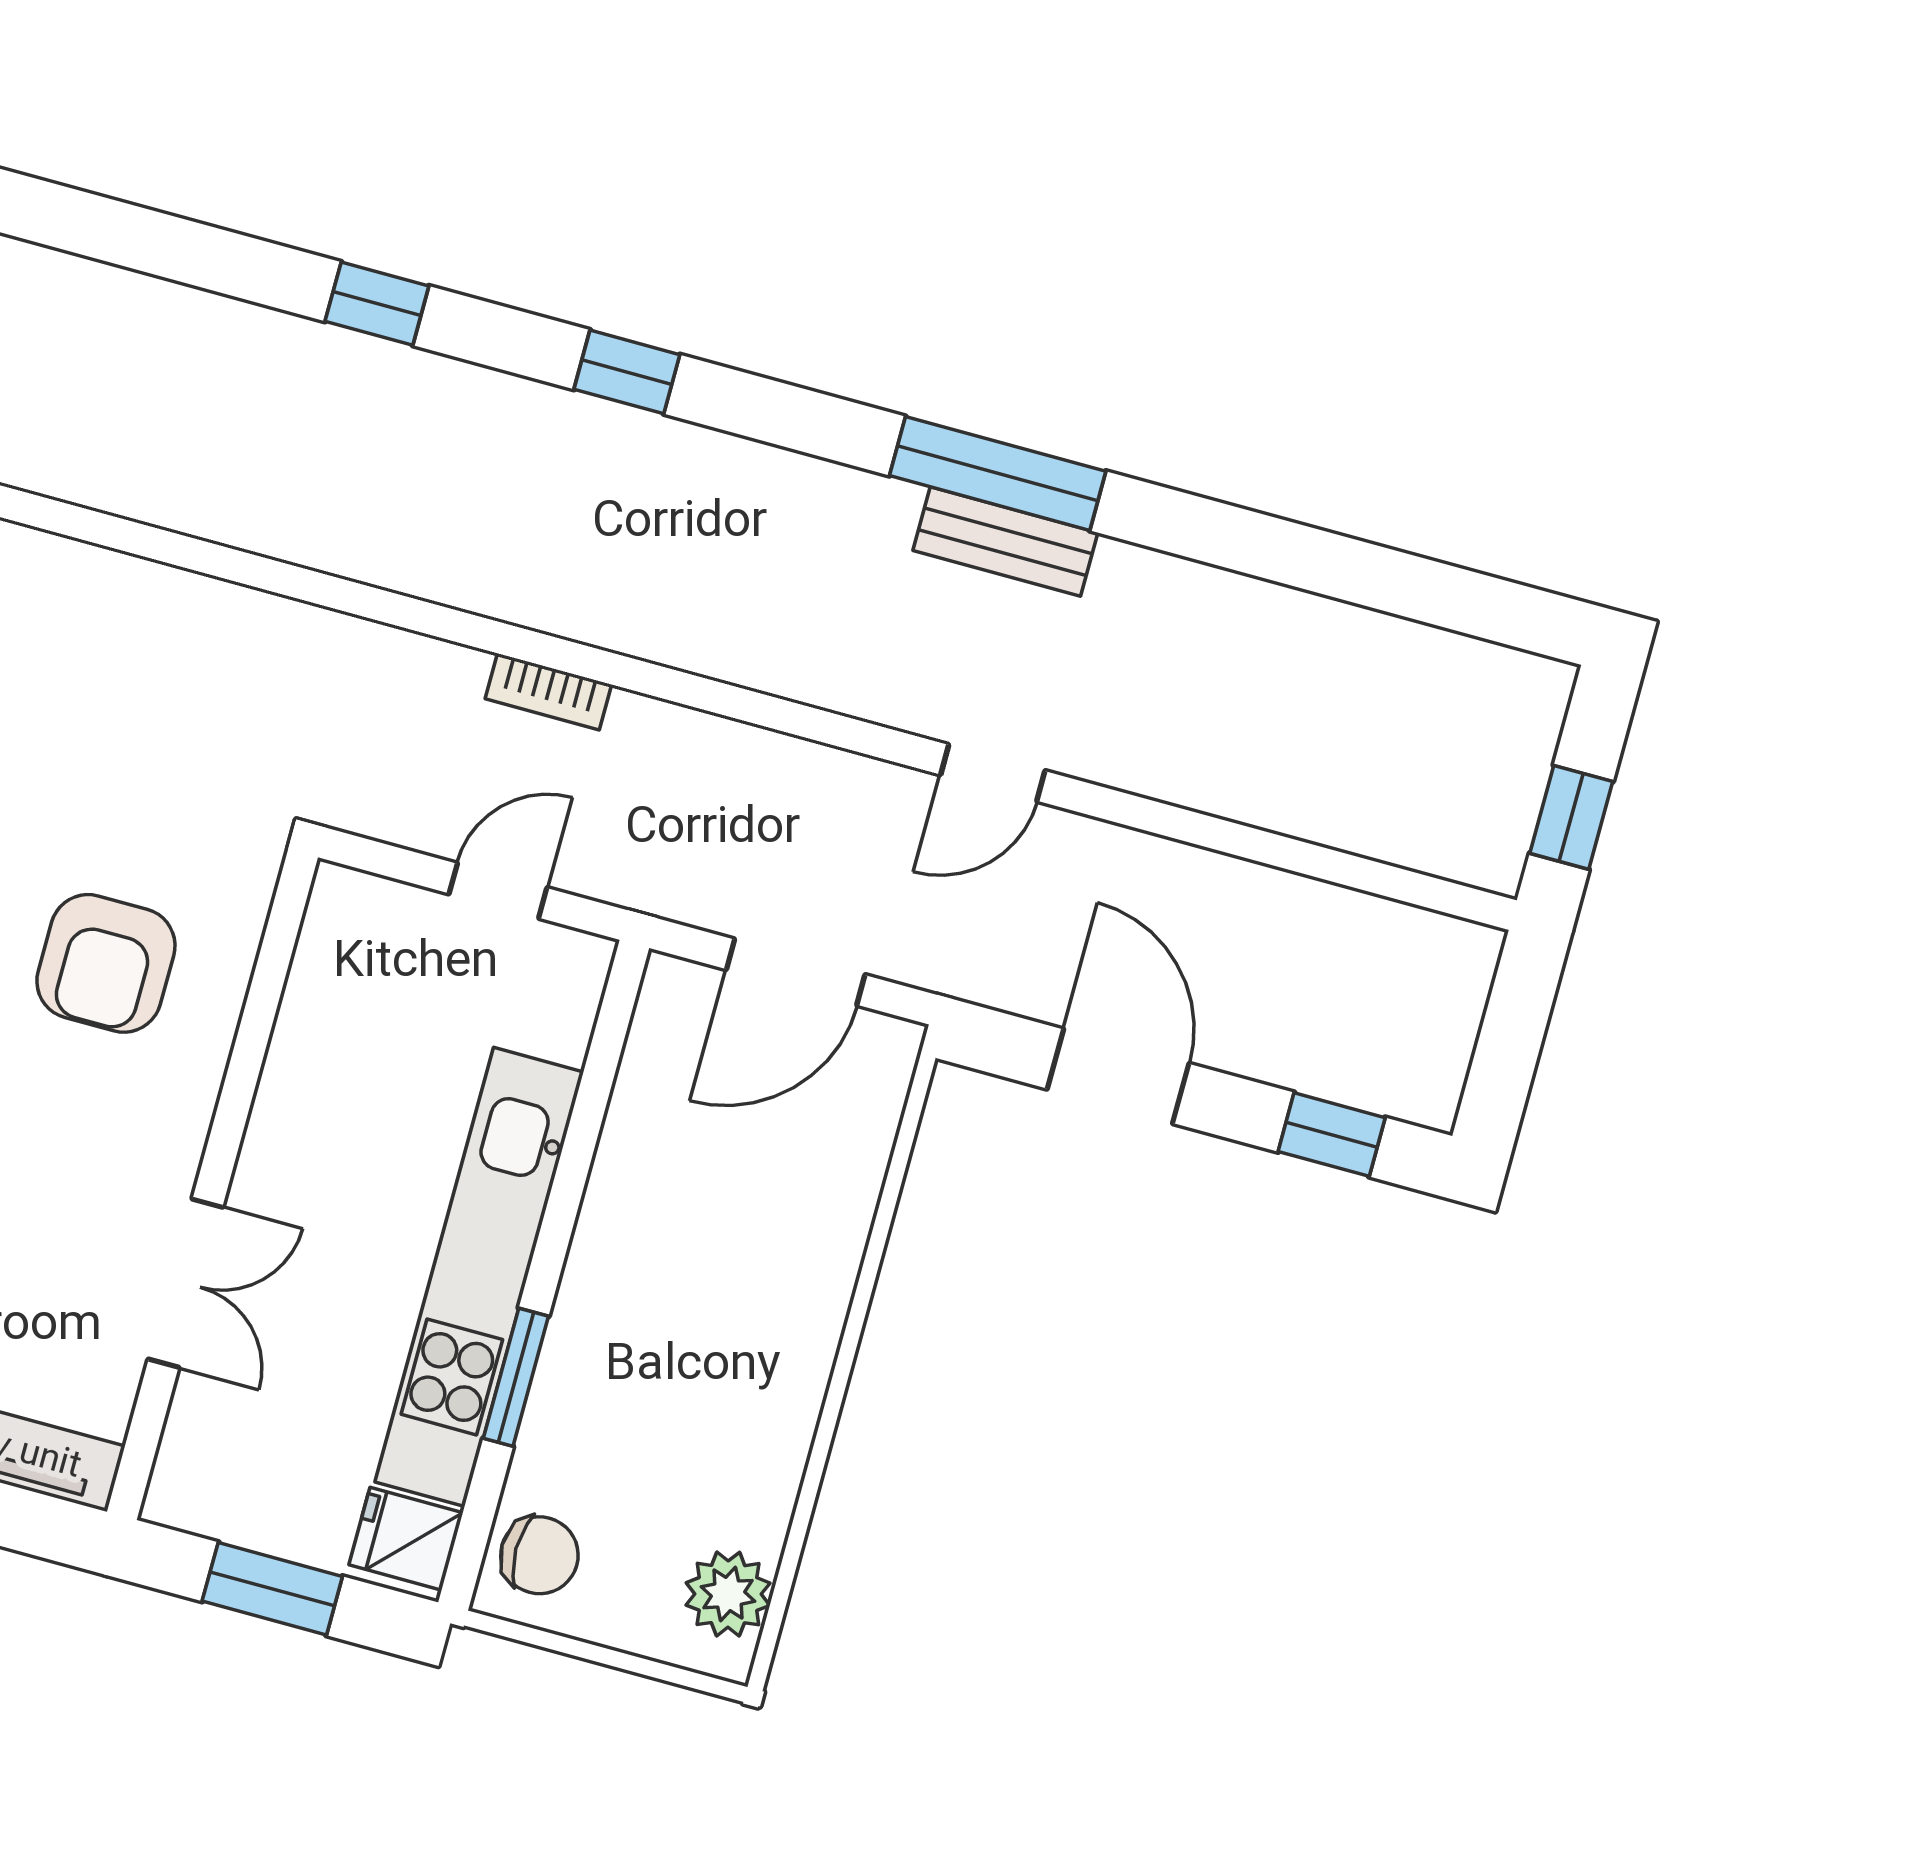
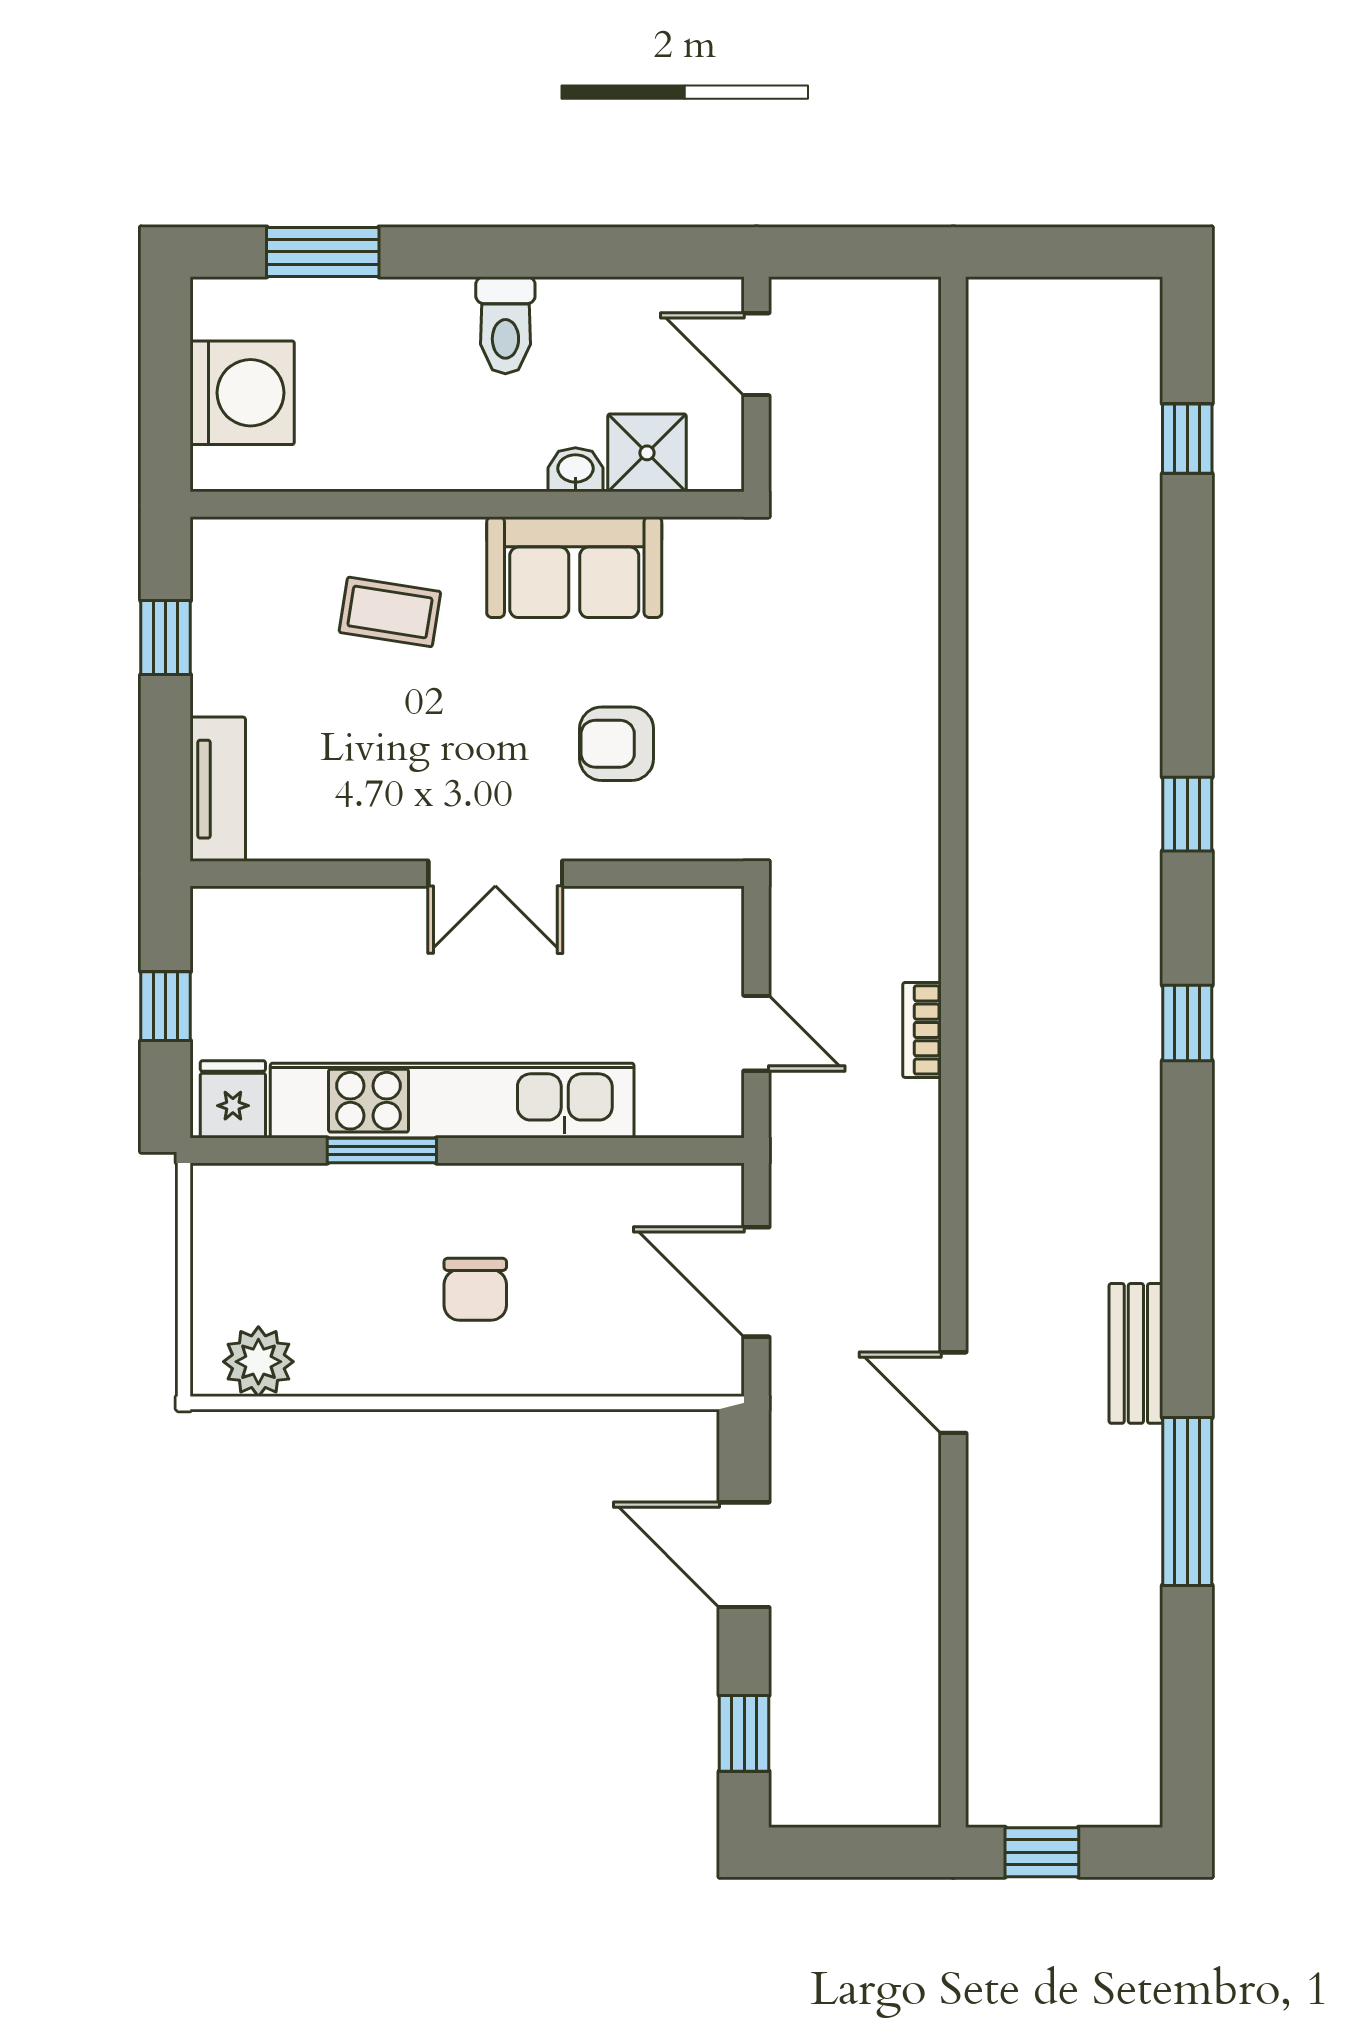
window: (998, 473) -> (1187, 1502), moved
armchair: (106, 963) -> (617, 744), width x0.72, depth x0.72
door: (1118, 1076) -> (744, 1555), swing flipped
double door: (185, 1283) -> (495, 874), moved
chair: (539, 1555) -> (475, 1289), moved
window: (272, 1589) -> (166, 1006), width x0.67

